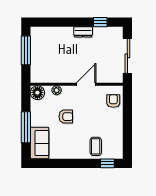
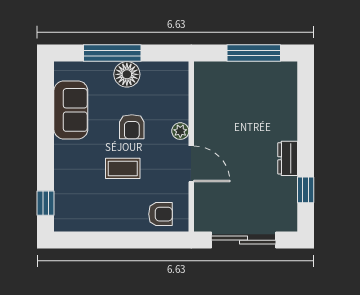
plant: (57, 90) -> (180, 131), moved
floor lamp: (37, 93) -> (127, 74), moved
sofa: (40, 143) -> (71, 110), moved, turned -90
coffee table: (96, 146) -> (123, 168), moved

